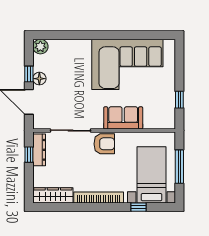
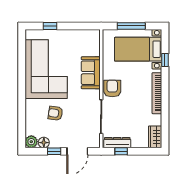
armchair: (74, 76) -> (55, 113), added
floor lamp: (39, 79) -> (44, 143), moved
window: (179, 100) -> (50, 26), moved
wardrobe: (53, 195) -> (155, 137), width x0.67

